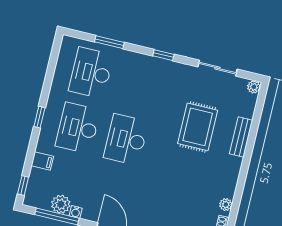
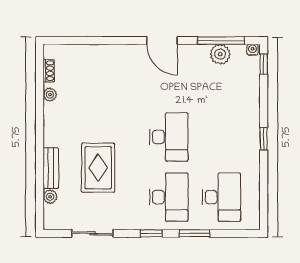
window: (109, 42) -> (195, 233), moved
plant: (254, 87) -> (50, 197), moved
desk: (78, 128) -> (169, 197), moved
filing cabinet: (42, 161) -> (250, 94), removed
water cooler: (76, 212) -> (253, 50), moved

